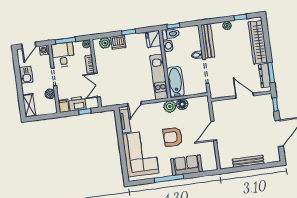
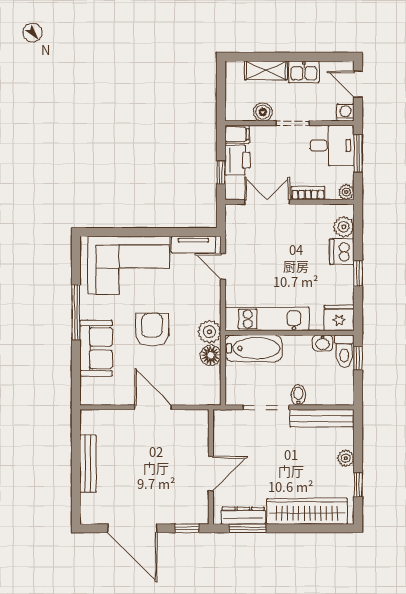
shelving: (29, 105) -> (266, 70), moved

